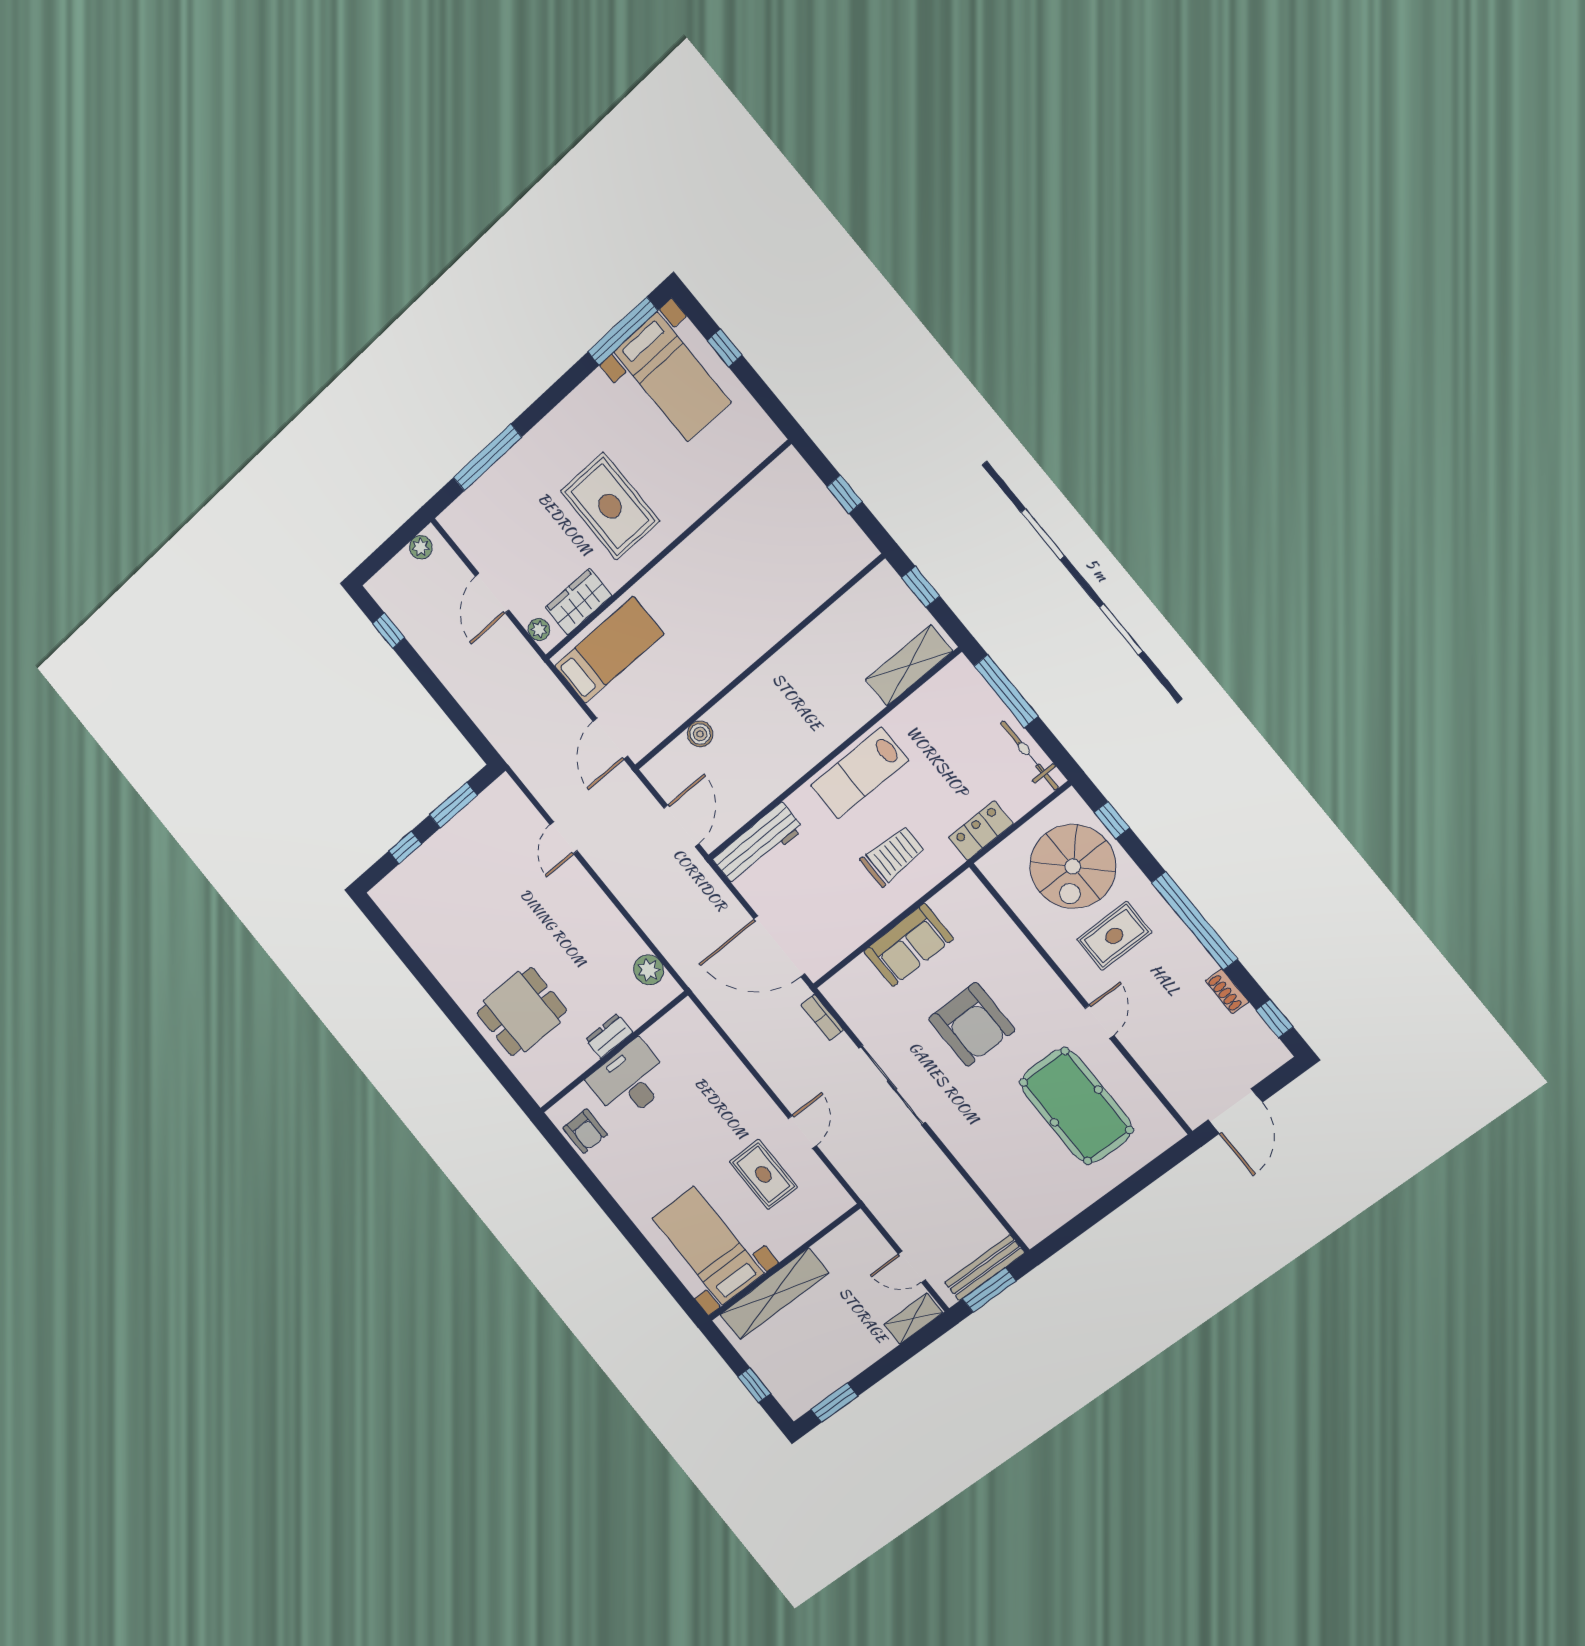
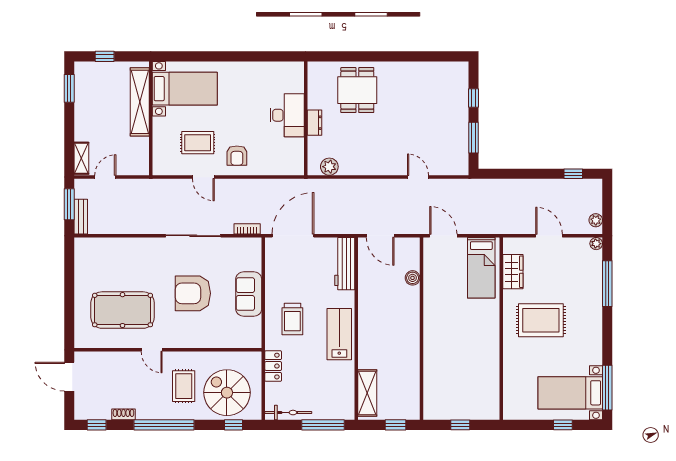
plant: (539, 629) -> (596, 244), moved
armchair: (585, 1131) -> (237, 156), moved, turned -90
bench: (985, 1268) -> (81, 217), width x0.73

